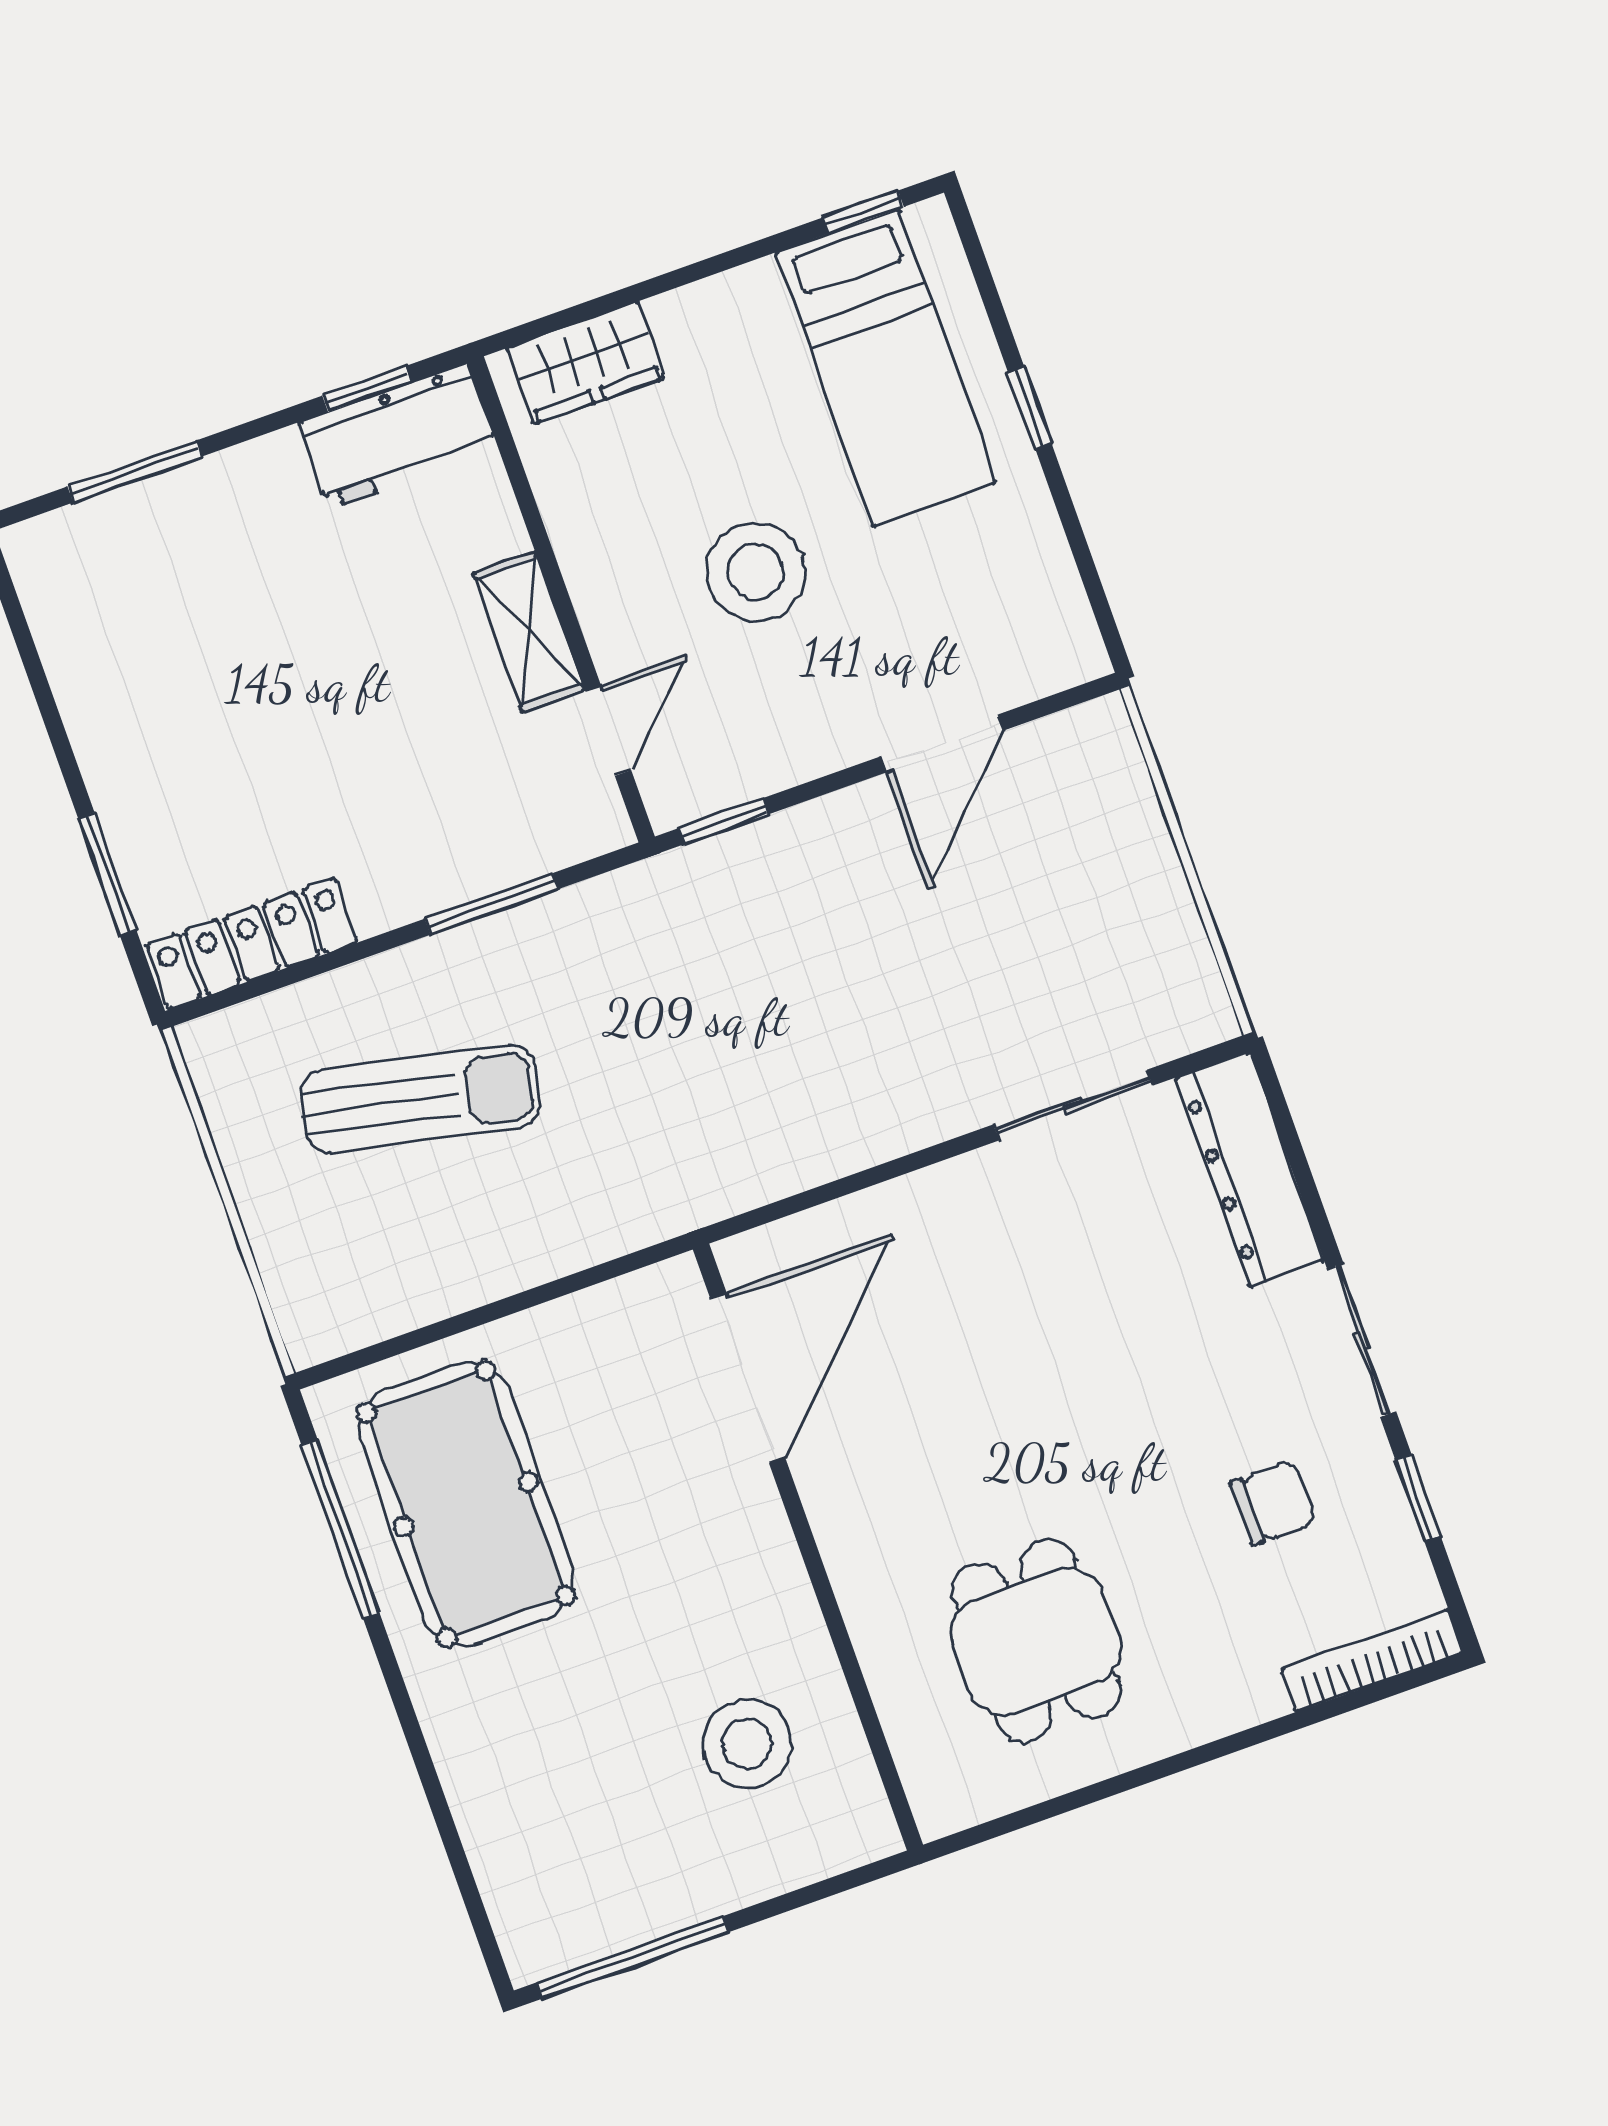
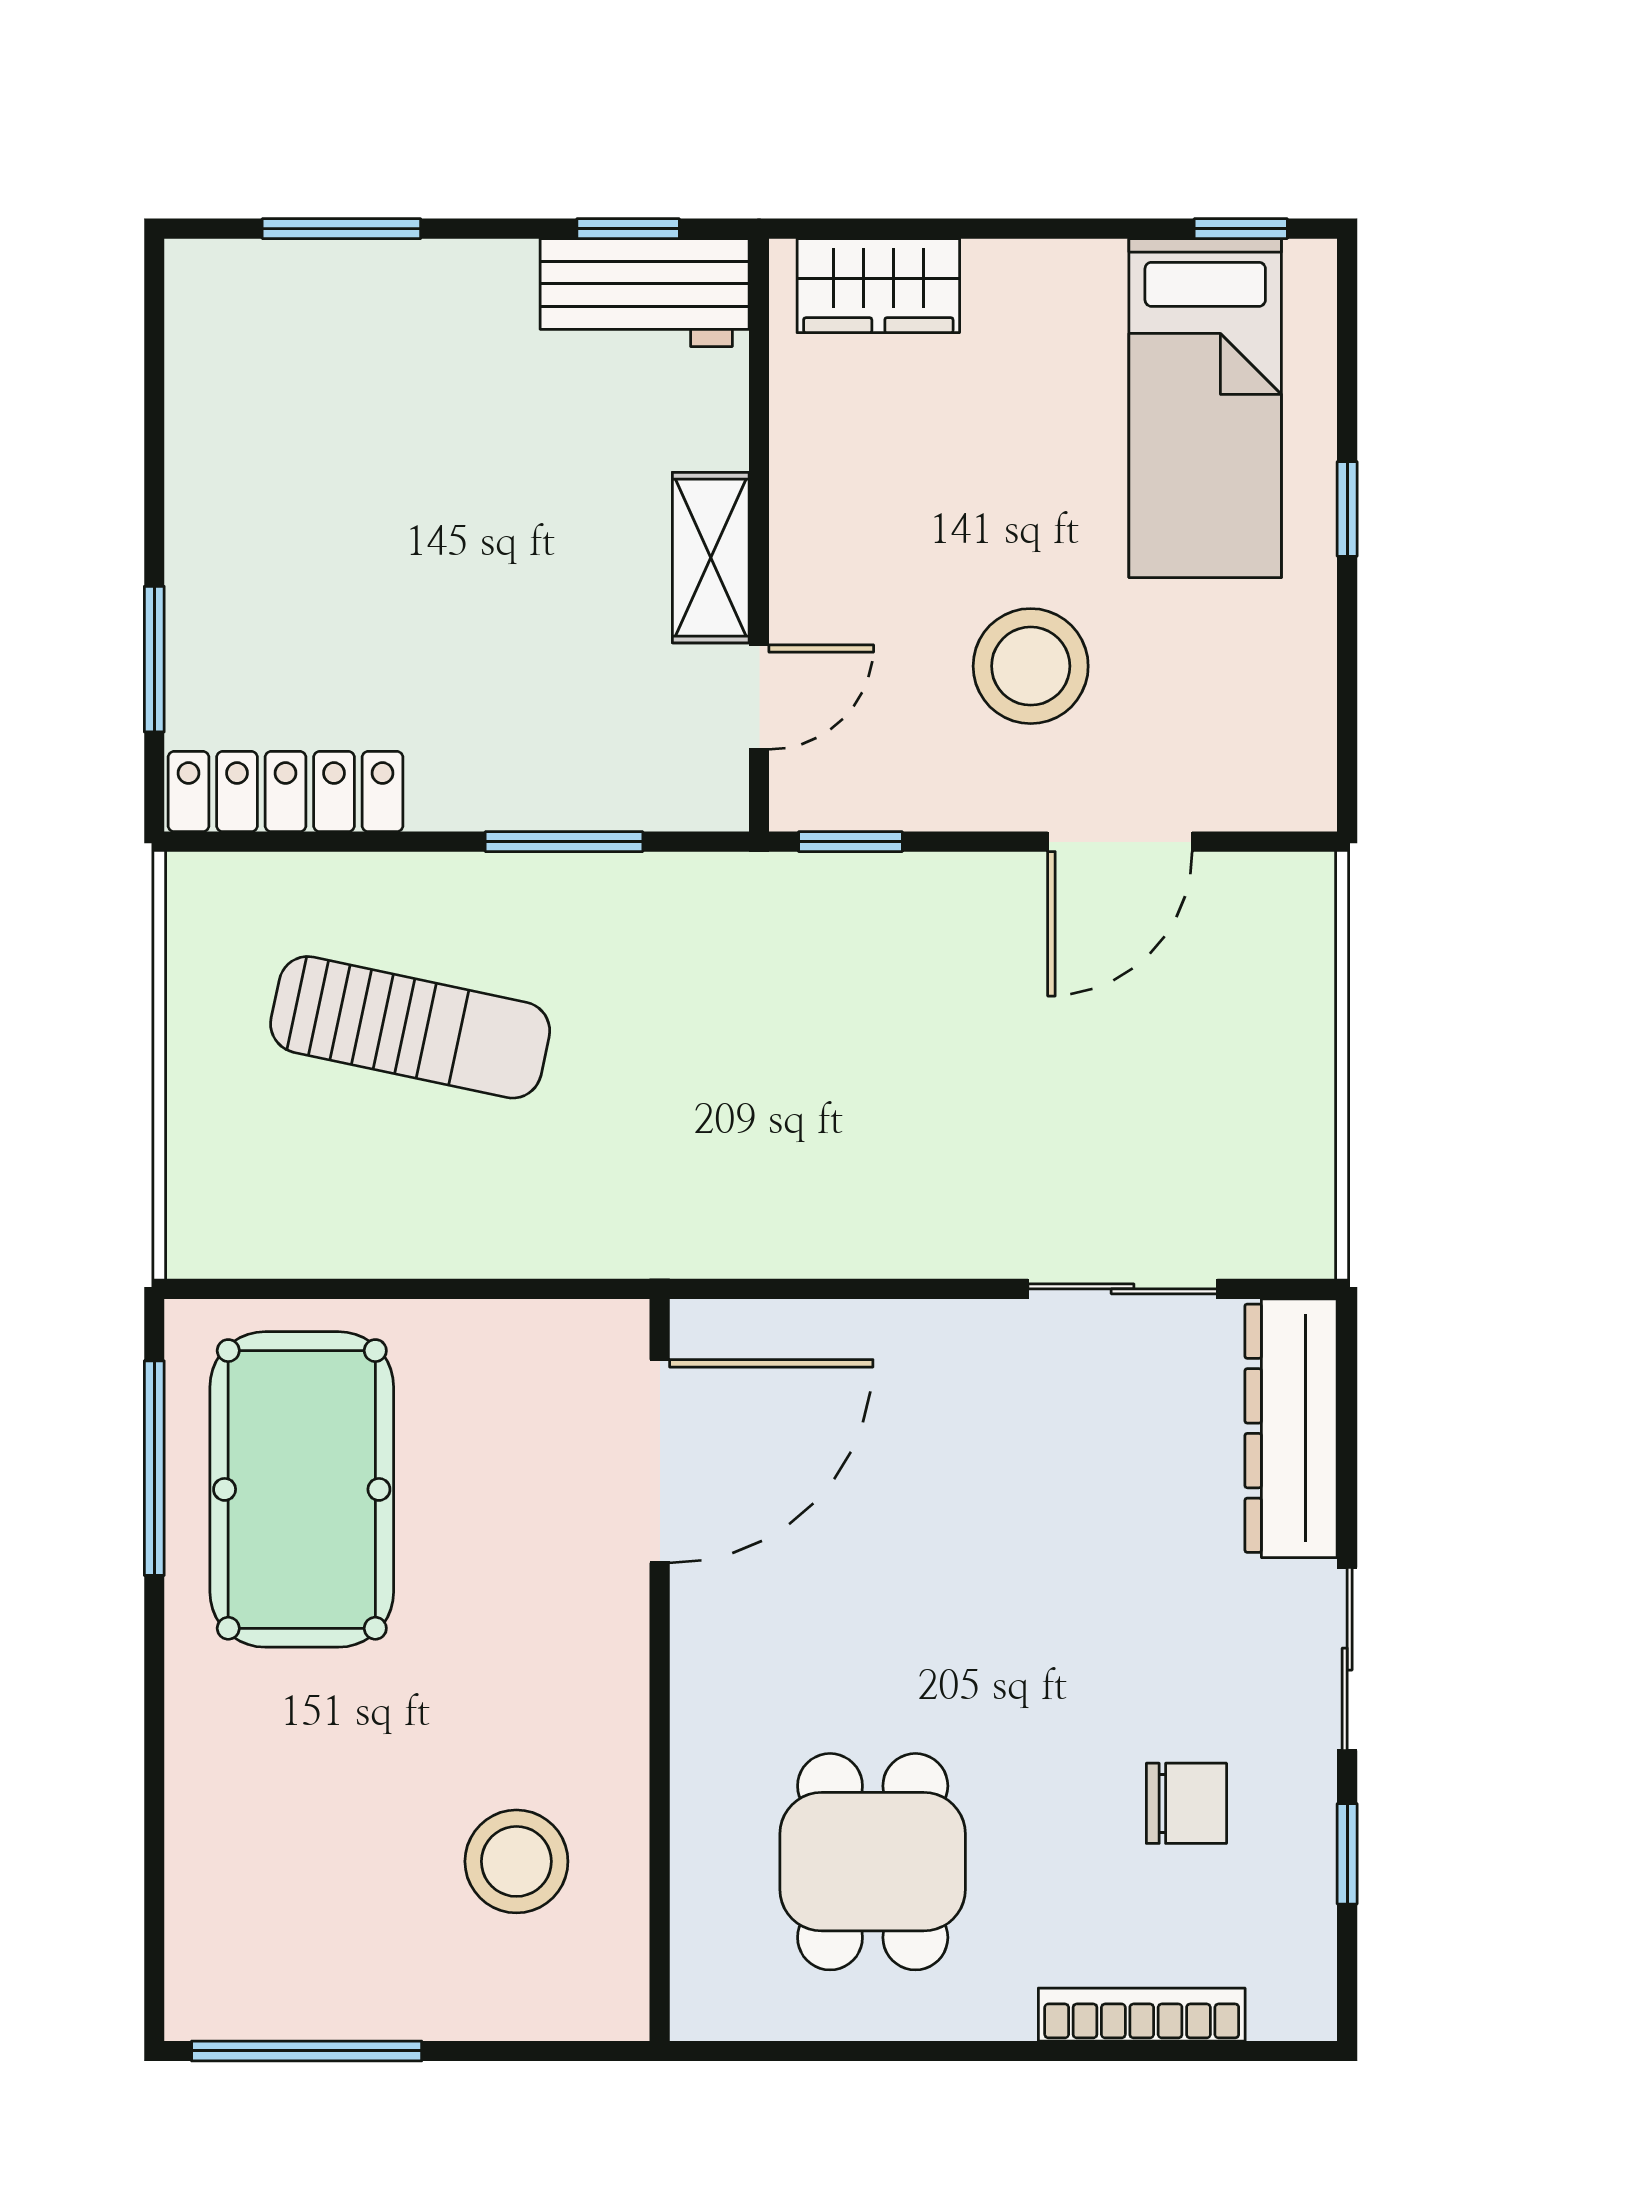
stool: (756, 572) -> (1031, 666), moved
bookcase: (1372, 1661) -> (1142, 2015), moved

